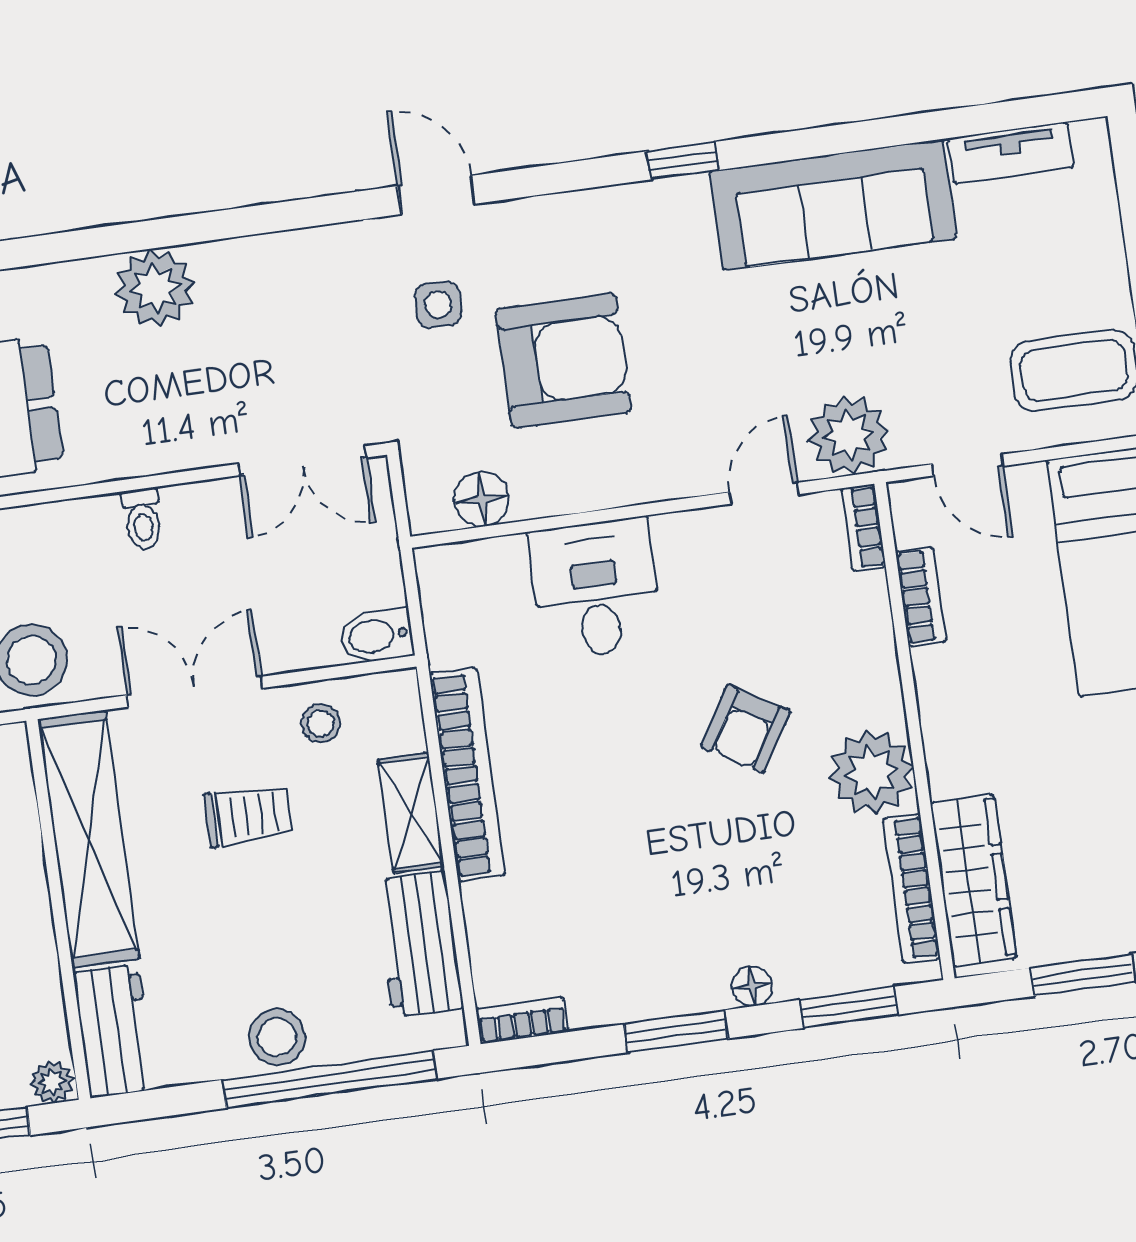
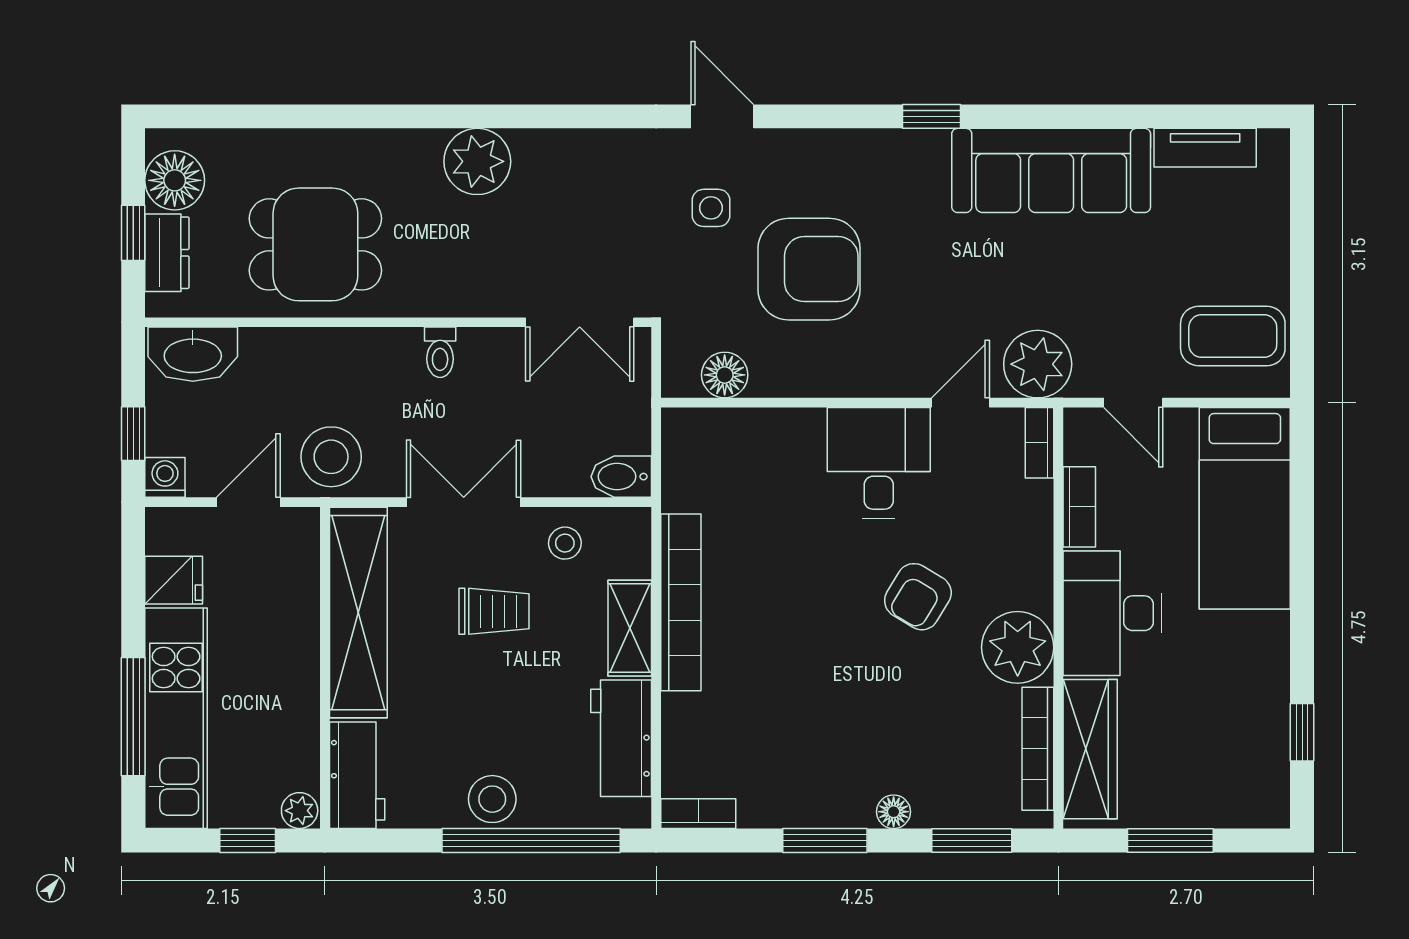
desk: (596, 589) -> (879, 463), moved
desk: (977, 717) -> (1112, 613), added

